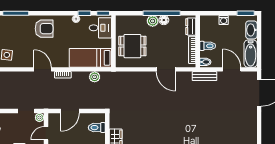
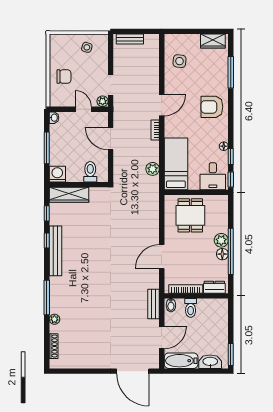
washing machine: (224, 20) -> (222, 328), removed
armchair: (44, 29) -> (212, 107), turned 90

